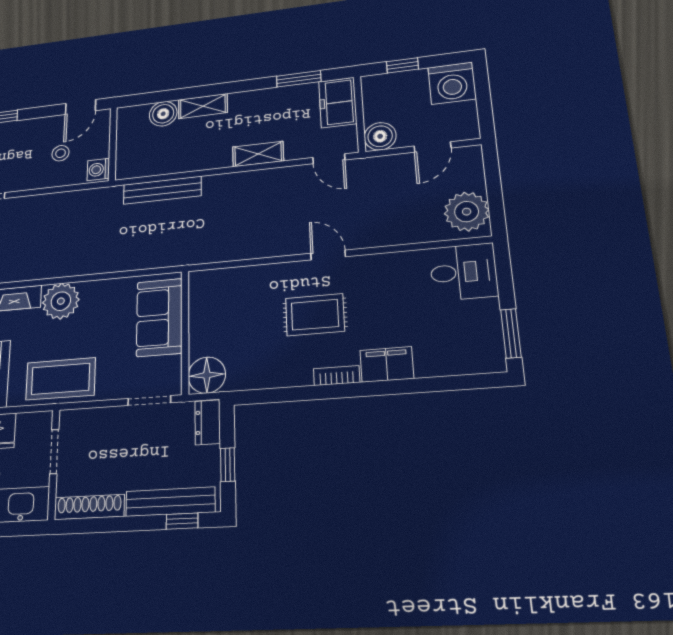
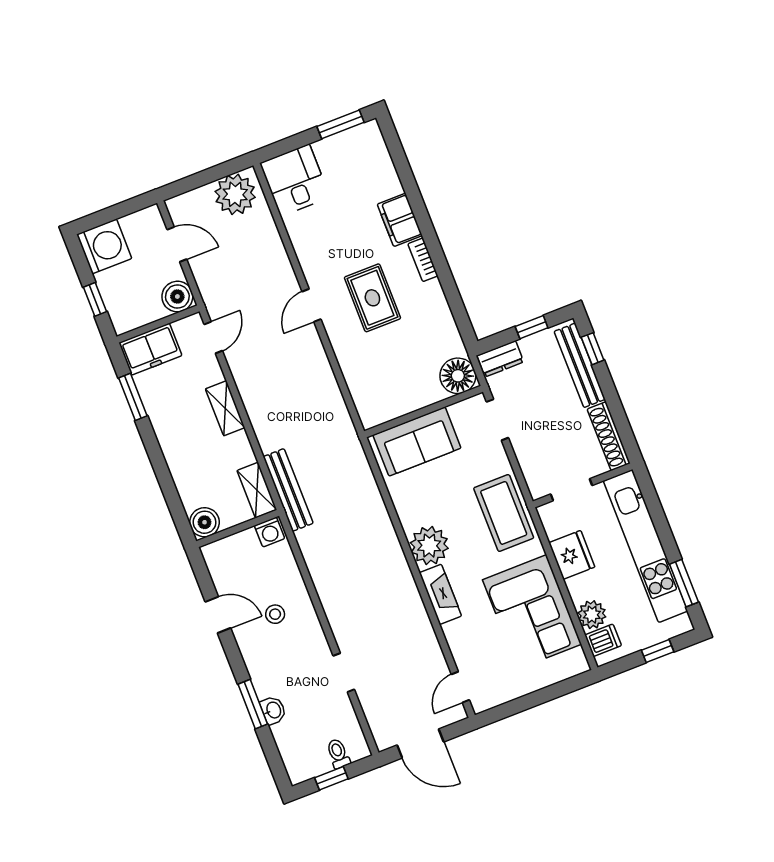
shelving: (203, 106) -> (257, 490), moved
wall: (113, 144) -> (238, 528), moved
washing machine: (98, 169) -> (270, 532), moved

